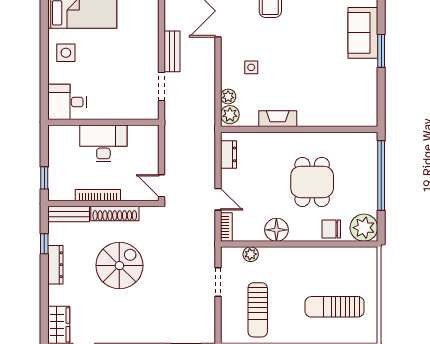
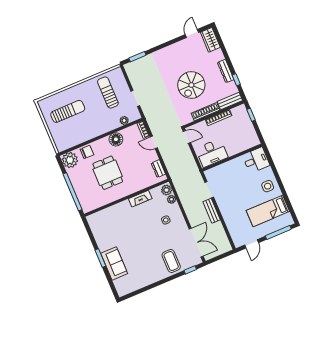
desk: (103, 143) -> (212, 153), moved

